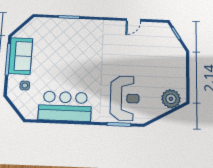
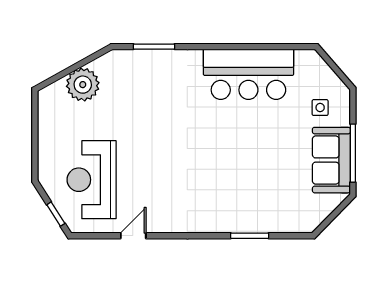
reception desk: (125, 98) -> (92, 180), moved
plant: (171, 99) -> (83, 85), moved

